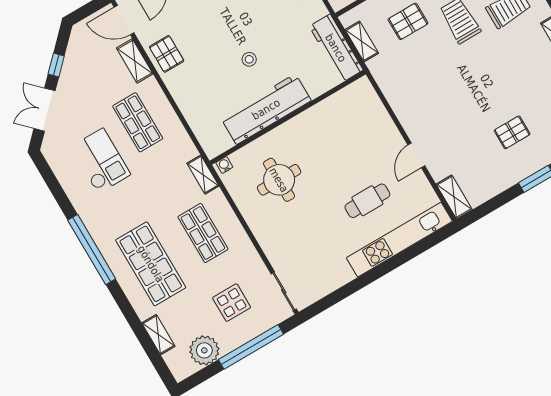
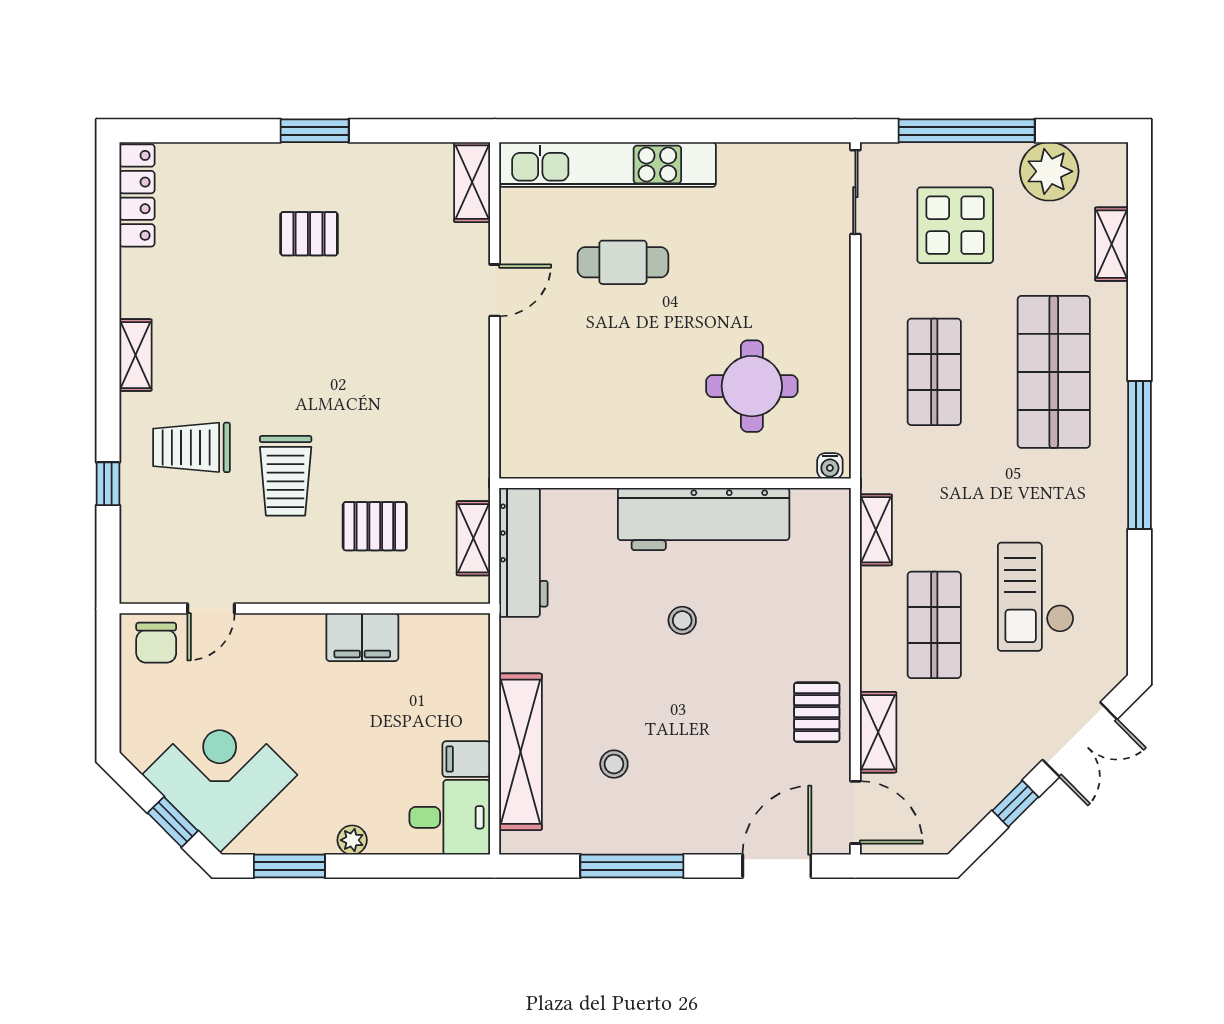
shelving: (203, 175) -> (876, 530), moved
display table: (232, 303) -> (955, 225), width x1.36, depth x1.36

